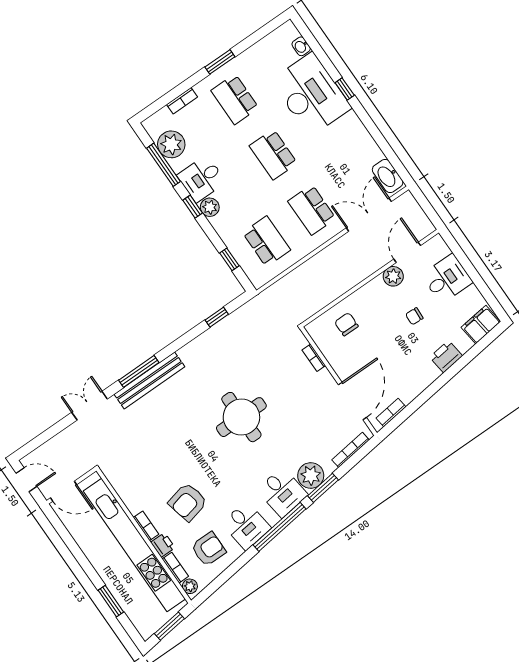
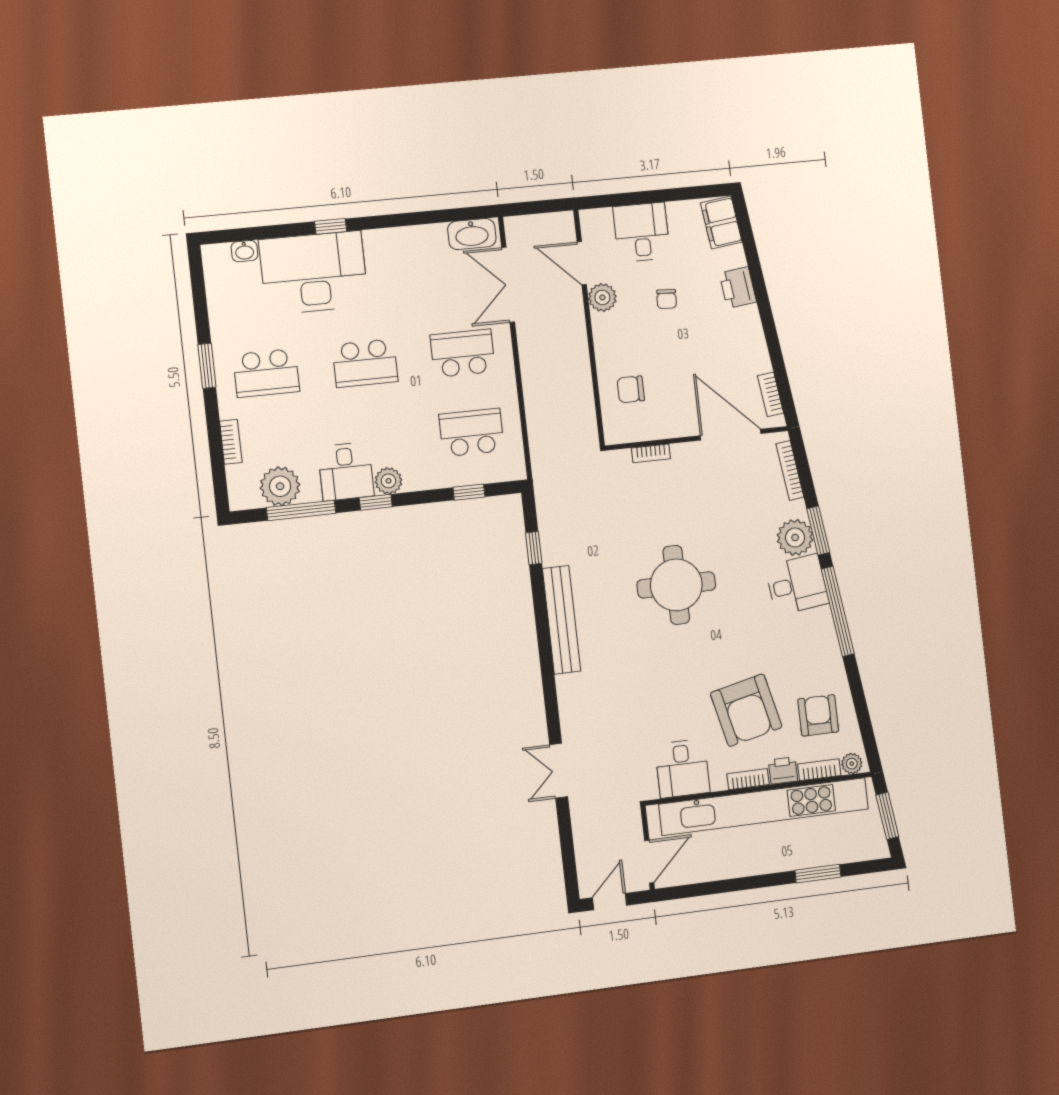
school desk: (312, 210) -> (463, 353), turned 180
window: (139, 371) -> (549, 684), removed
bench: (149, 380) -> (561, 620), moved
armchair: (188, 502) -> (746, 710), width x1.36, depth x1.36
desk: (246, 526) -> (682, 768), moved, turned 97

